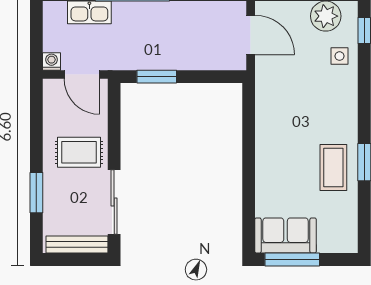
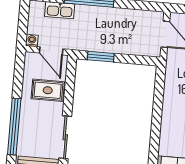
rug: (79, 152) -> (48, 90), moved
window: (36, 193) -> (14, 127), width x2.11

